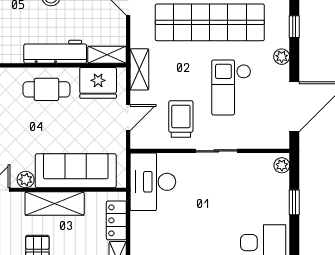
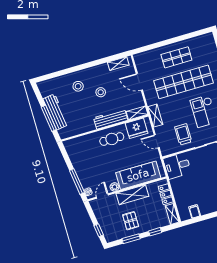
door: (128, 118) -> (157, 141), swing flipped
desk: (153, 182) -> (177, 166), width x0.73

